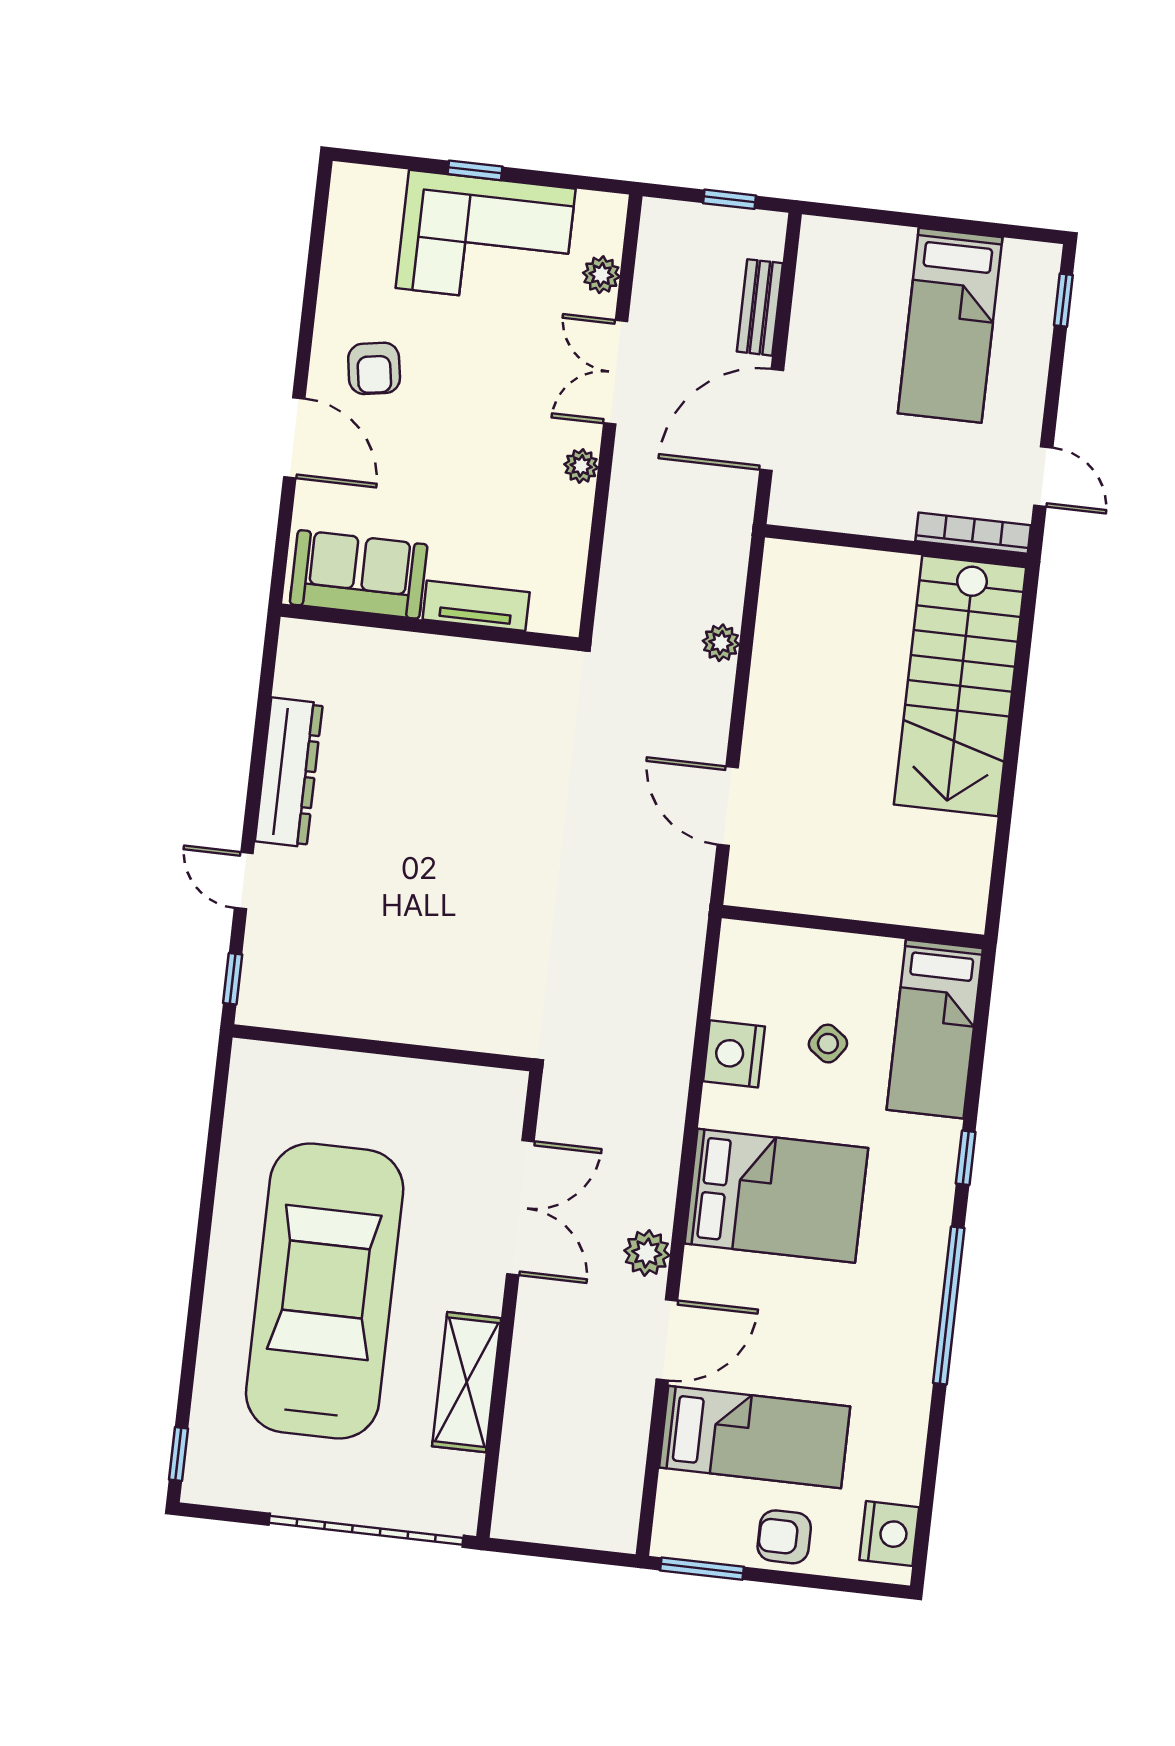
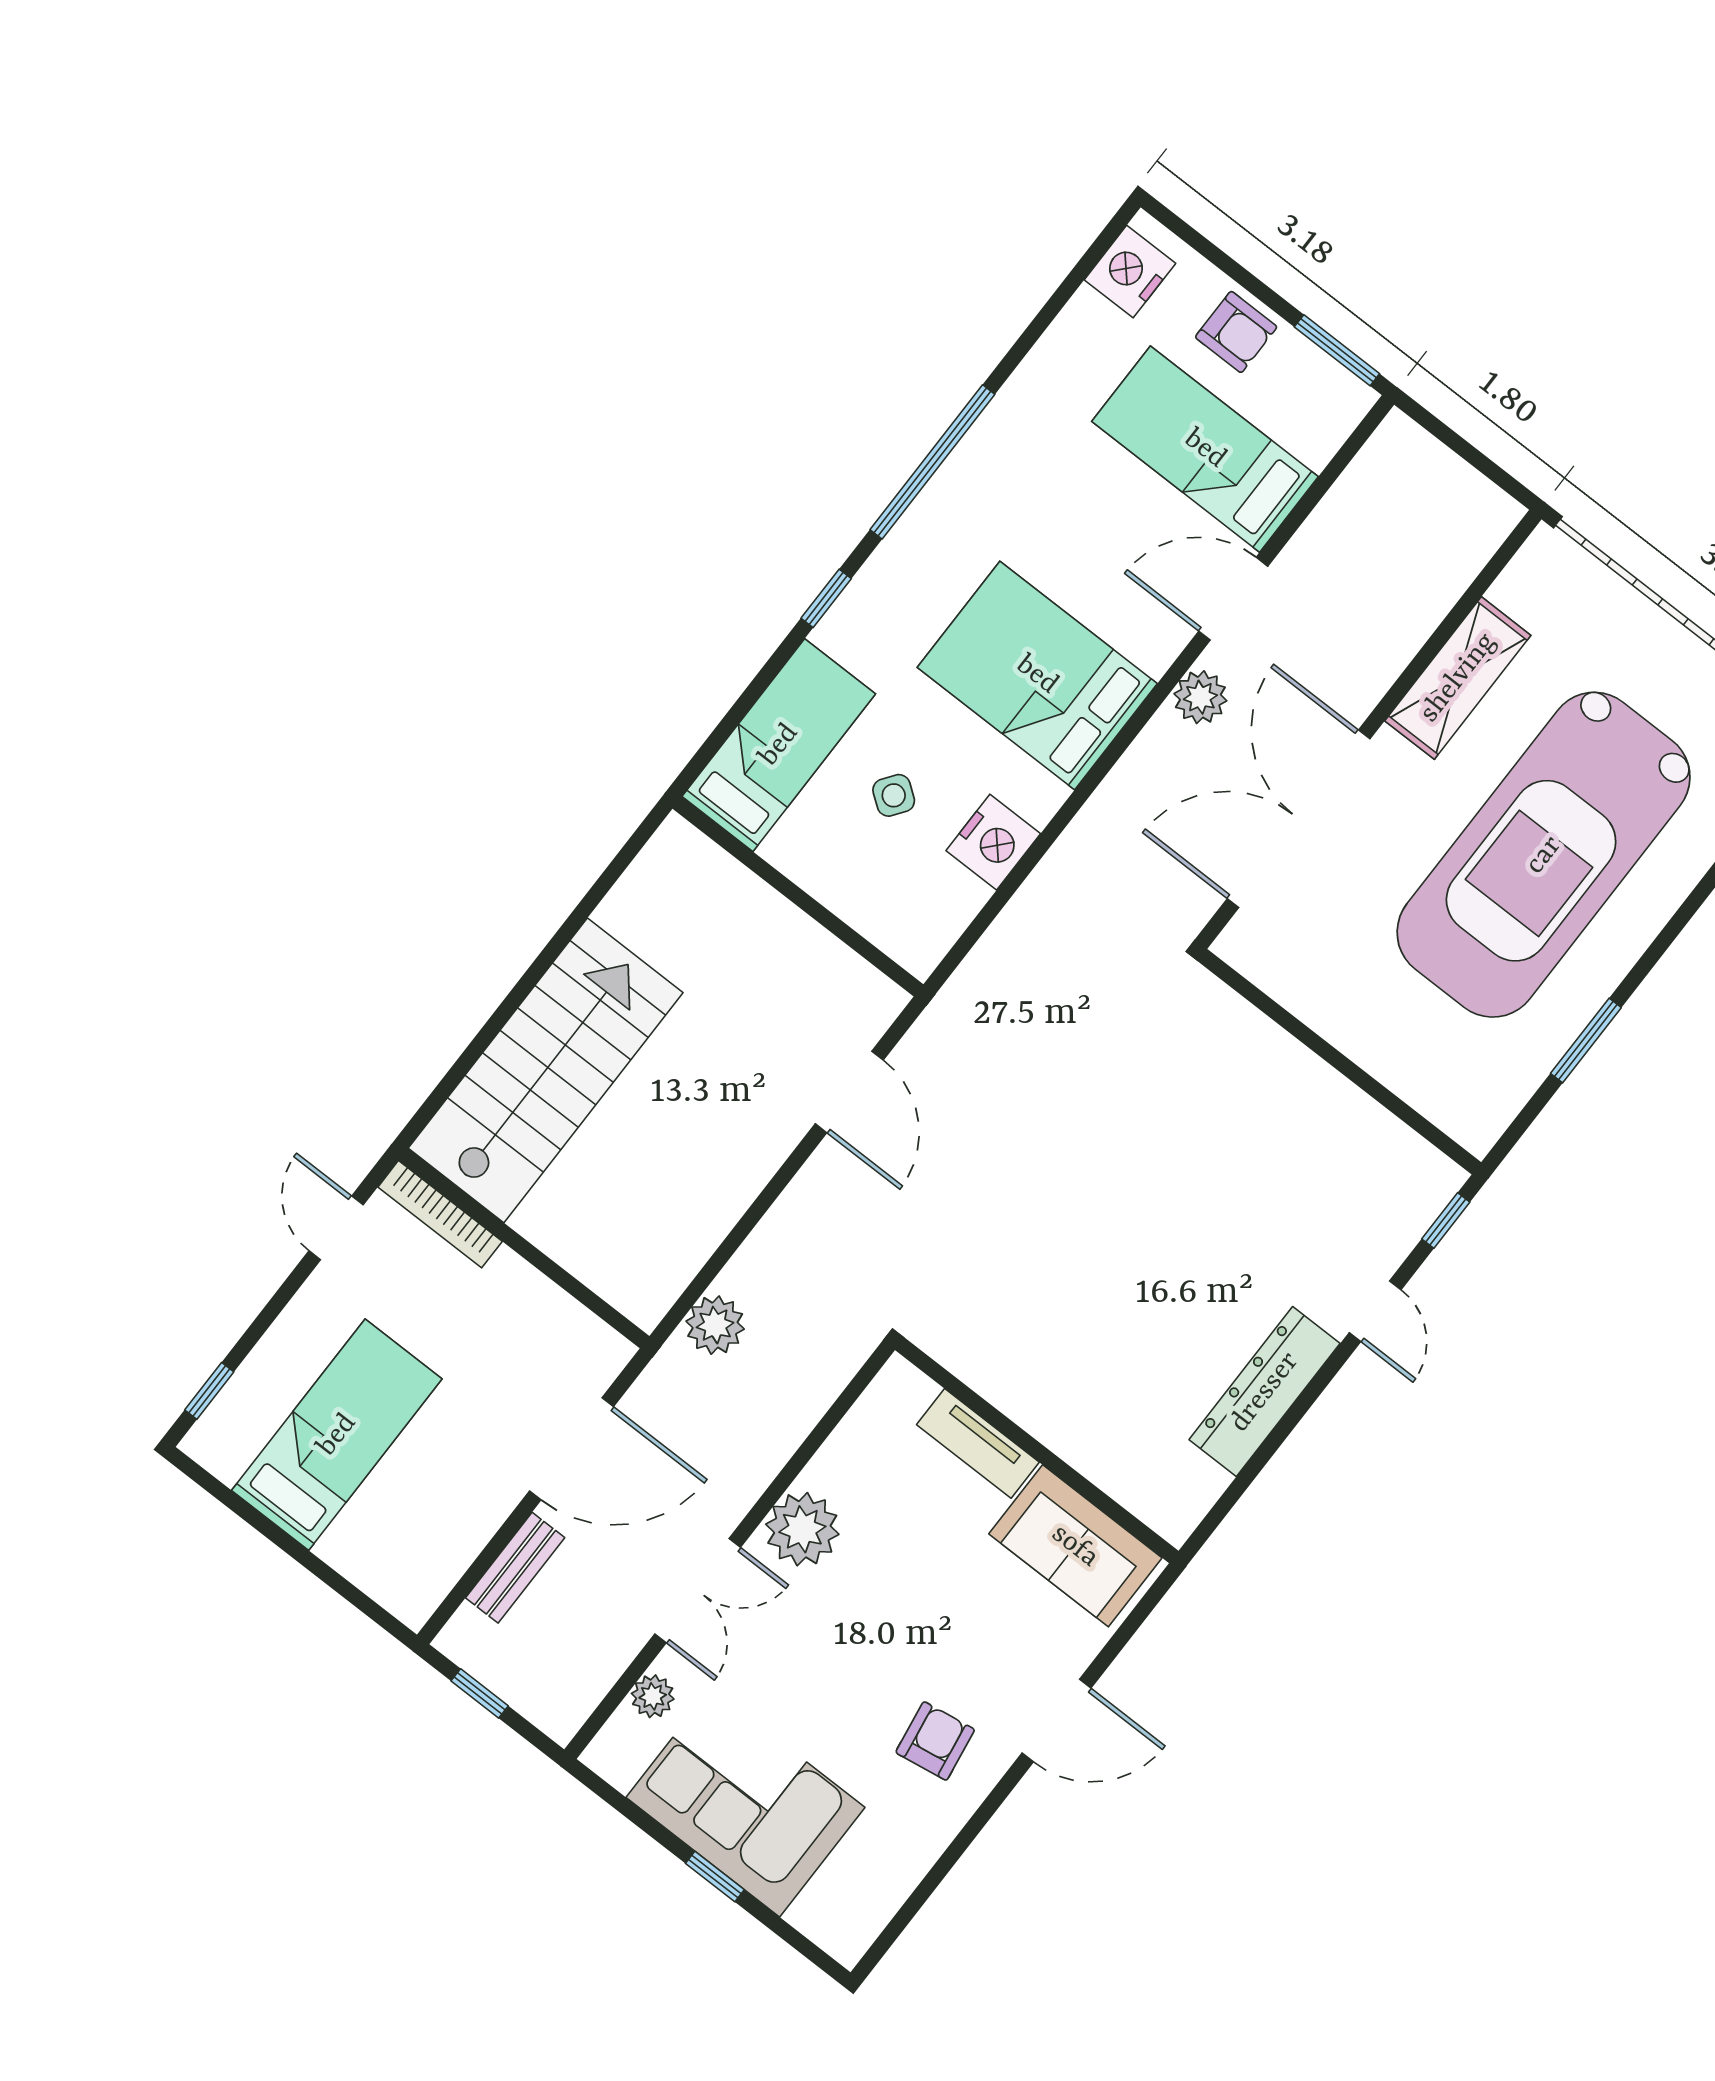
door: (294, 438) -> (1056, 1721), swing flipped
plant: (581, 466) -> (802, 1529), width x1.88, depth x1.88
plant: (721, 643) -> (715, 1325), moved, width x1.38, depth x1.38
window: (210, 1174) -> (1586, 1041), added
double door: (520, 1208) -> (1299, 819), width x1.36

